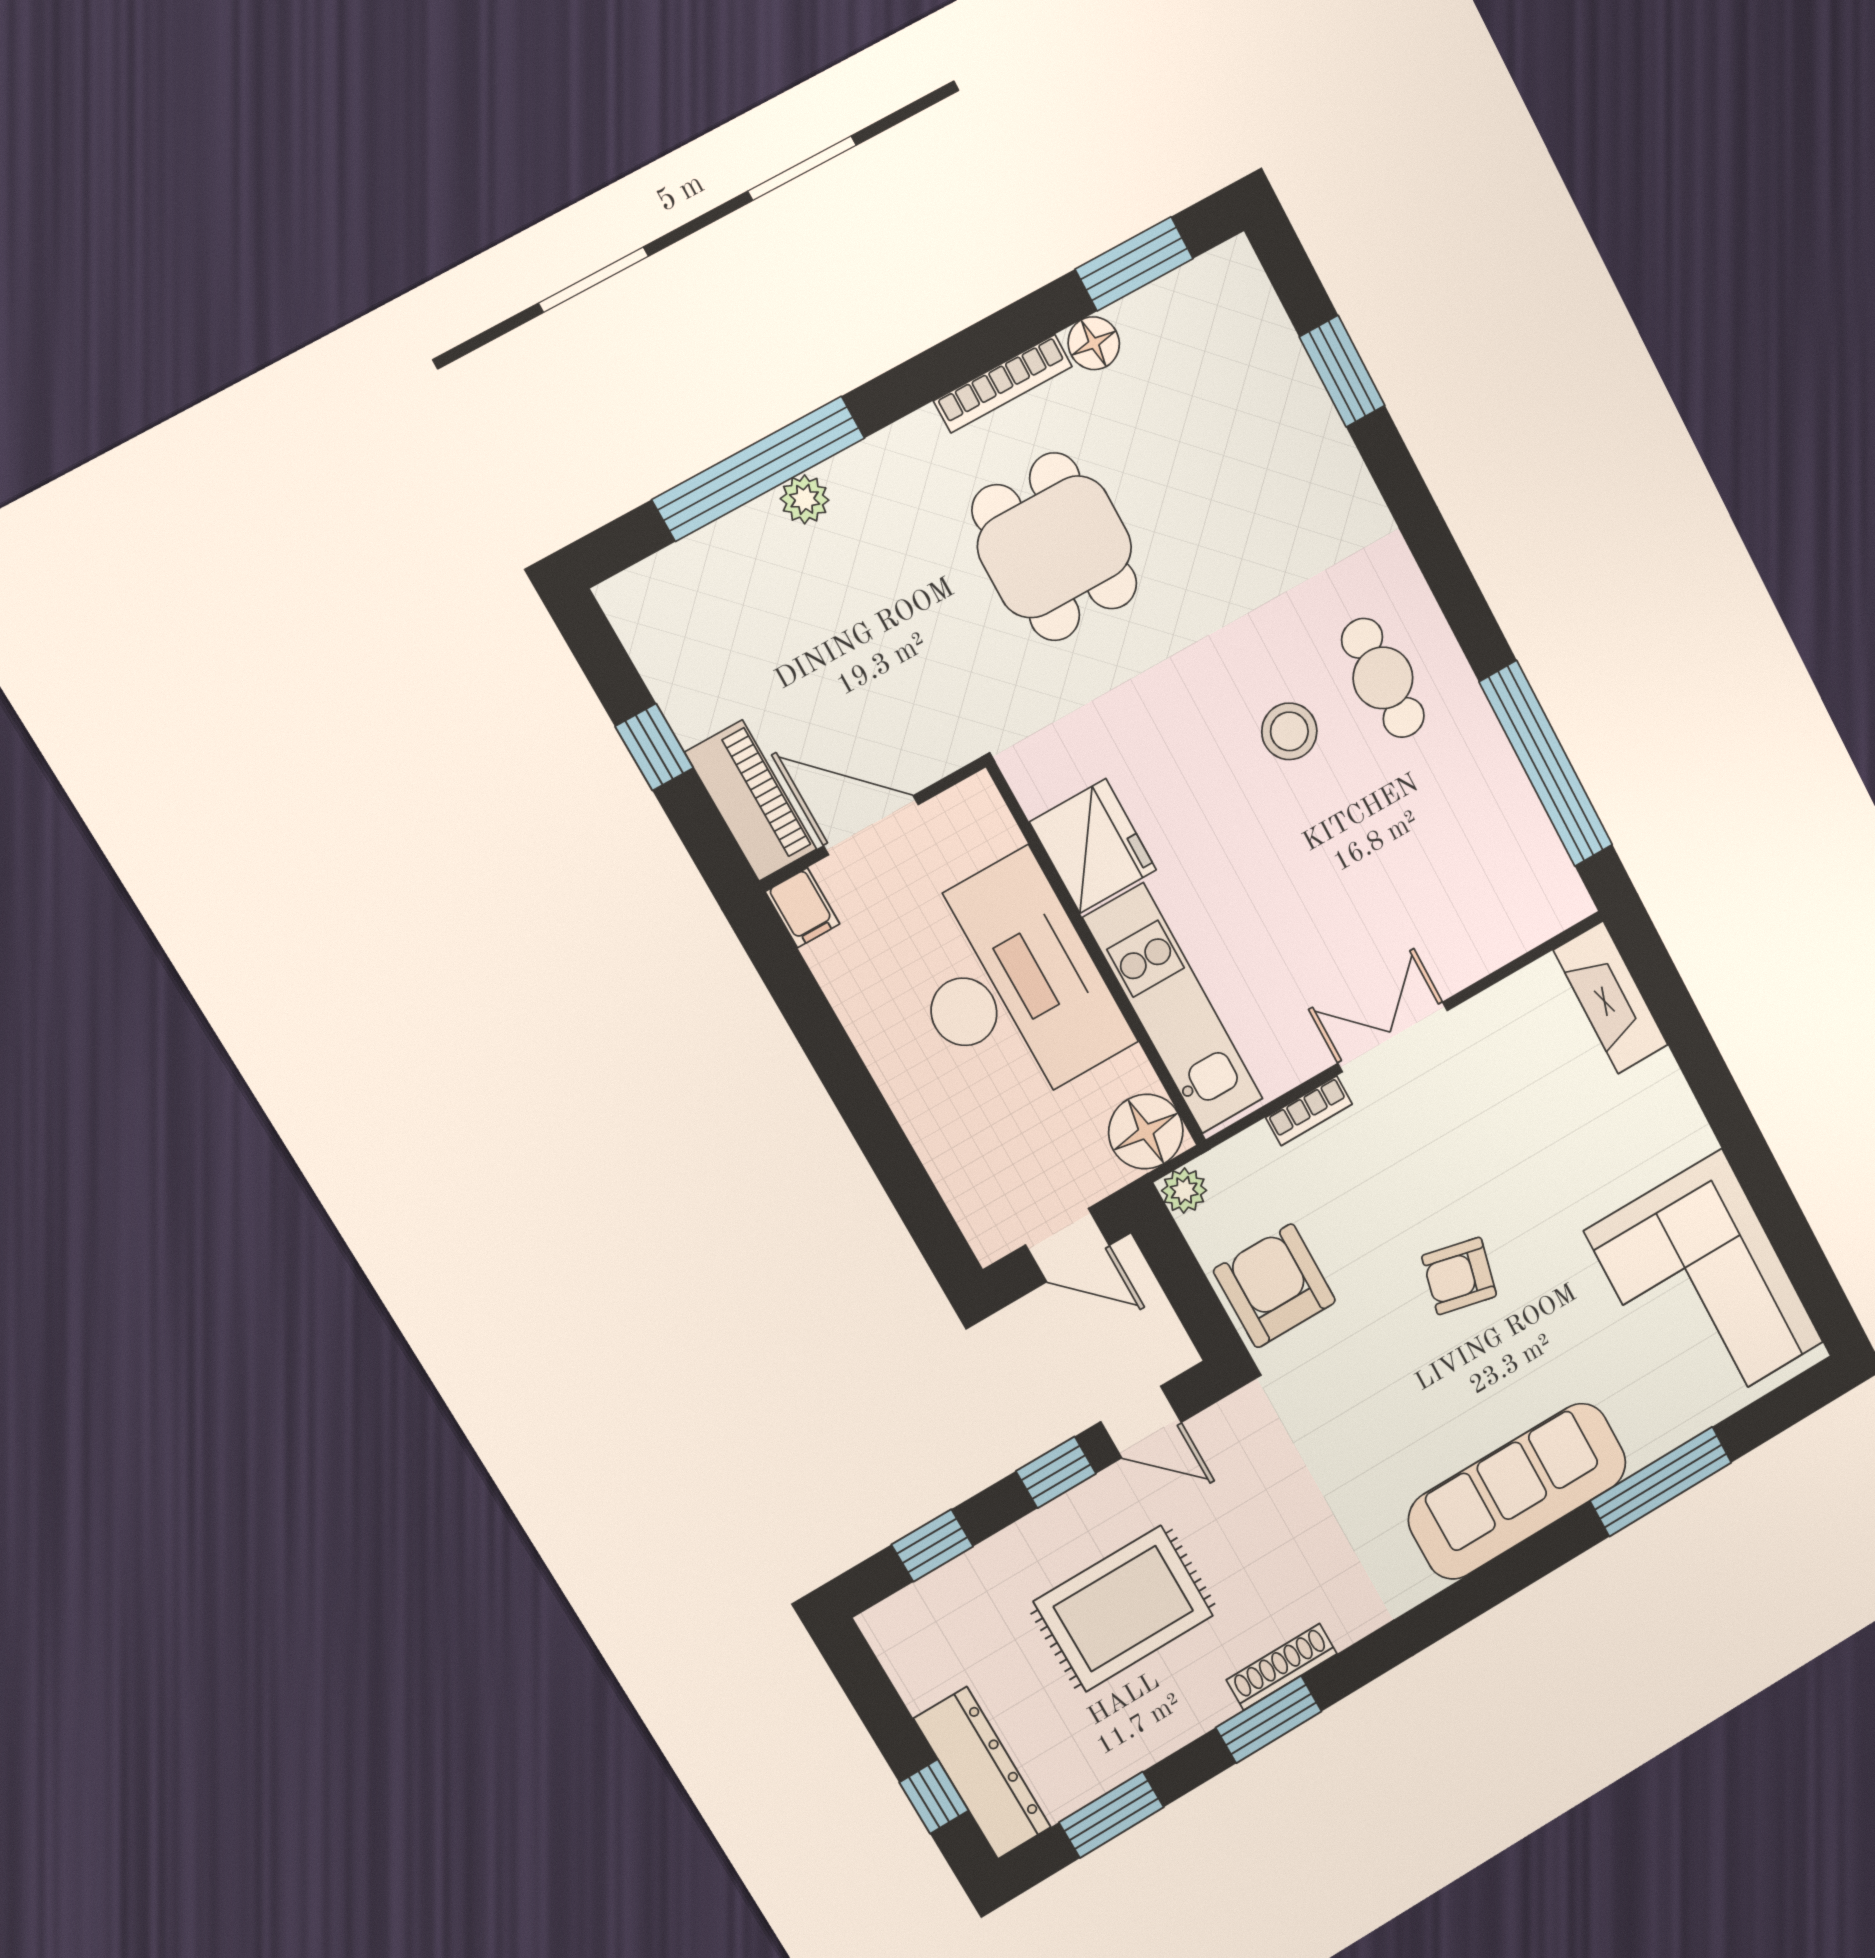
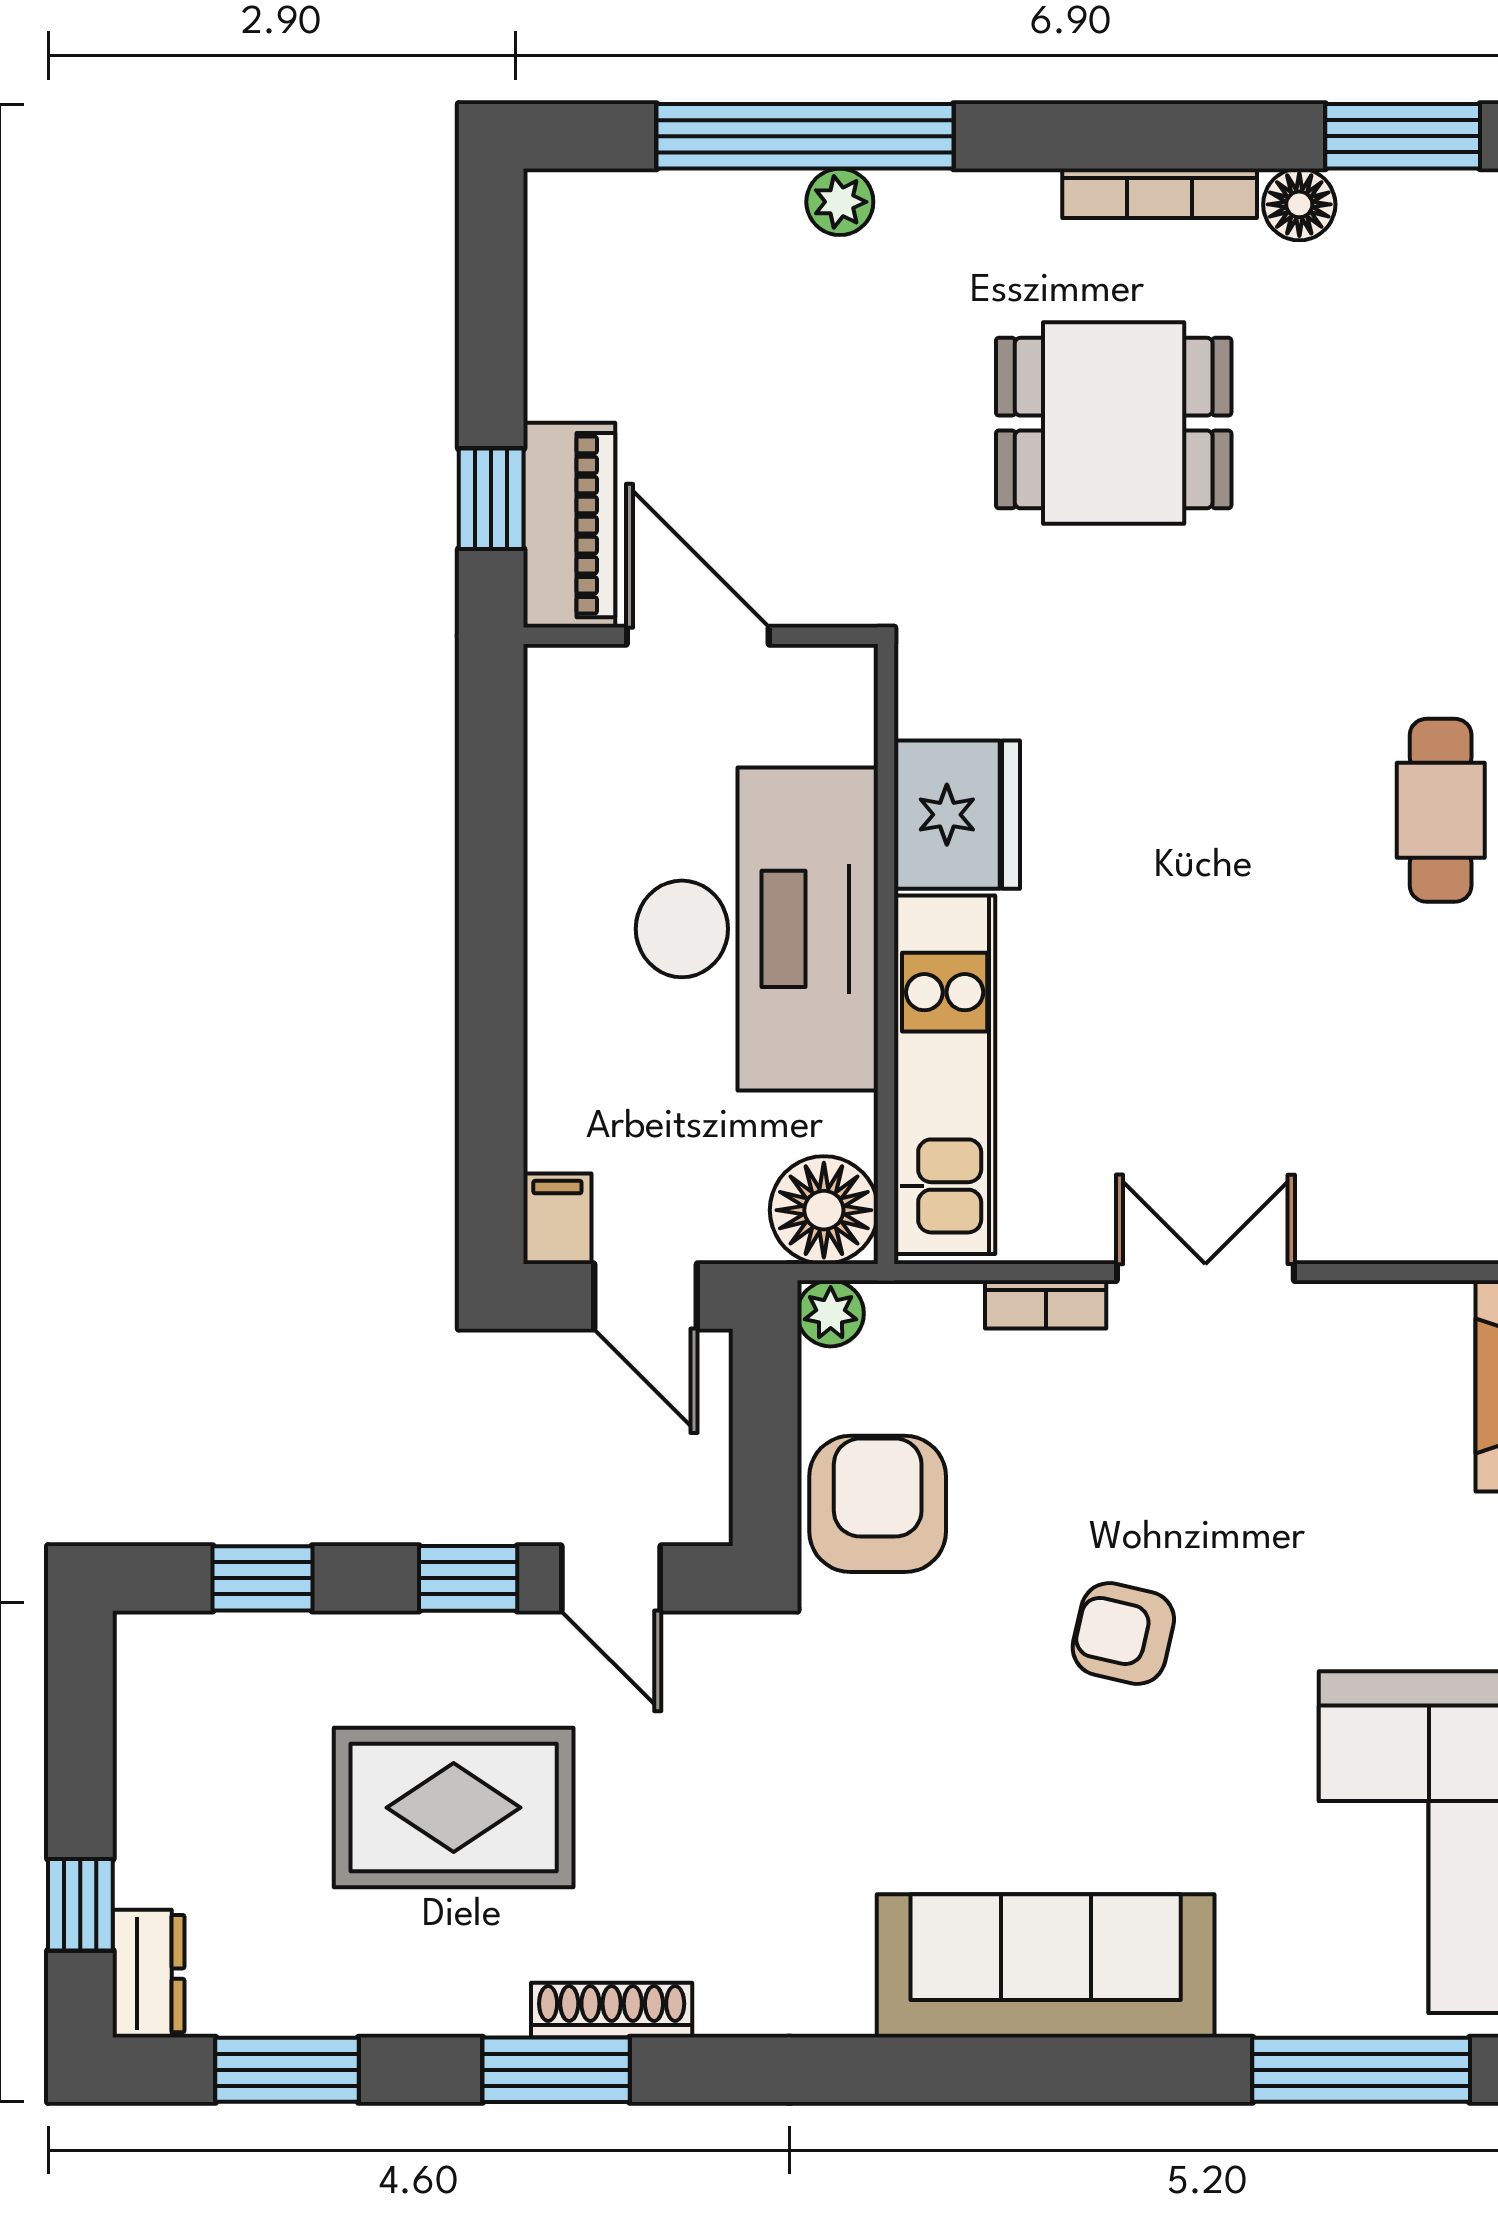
dining table: (1055, 547) -> (1114, 423), turned 90
stool: (1289, 731) -> (1284, 811), removed
window: (654, 747) -> (491, 499), moved
filing cabinet: (802, 908) -> (557, 1219), moved, turned 180
window: (1661, 1482) -> (1361, 2070), moved
dresser: (982, 1773) -> (149, 1974), width x0.51, depth x0.80

